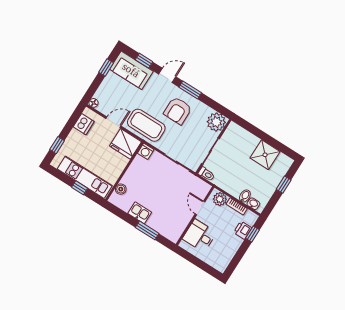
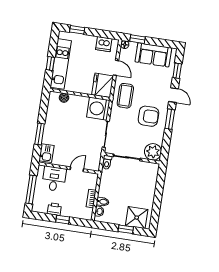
window: (106, 68) -> (138, 39), moved
sofa: (131, 70) -> (153, 55), moved, turned -90
armchair: (178, 111) -> (148, 116), turned 180
coffee table: (146, 125) -> (125, 96), width x0.73, depth x0.76
washing machine: (146, 151) -> (98, 109), width x1.89, depth x1.89
shower: (265, 155) -> (137, 218), moved
plant: (220, 199) -> (91, 182), removed
kitchen sink: (140, 213) -> (46, 153), moved
printer: (243, 230) -> (54, 209), moved
window: (252, 234) -> (63, 220), moved
window: (200, 264) -> (31, 190), added

